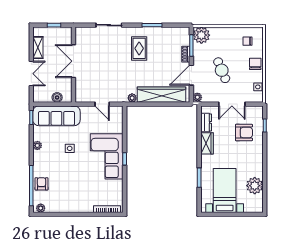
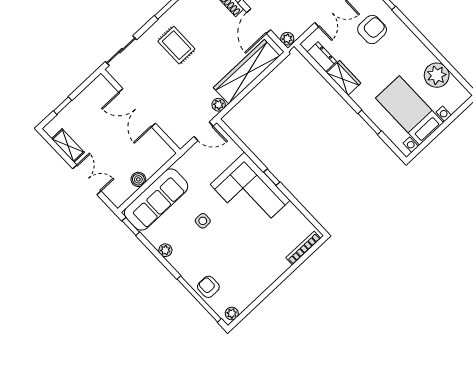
double door: (73, 61) -> (137, 108), moved
wall: (73, 65) -> (141, 111), moved
door: (102, 104) -> (204, 131), moved

